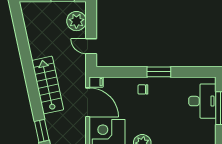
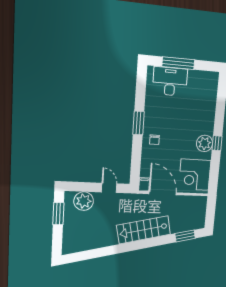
door: (91, 46) -> (109, 188), swing flipped
door: (88, 102) -> (163, 193), hinge flipped

